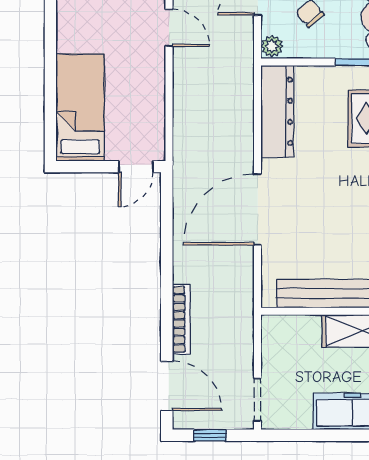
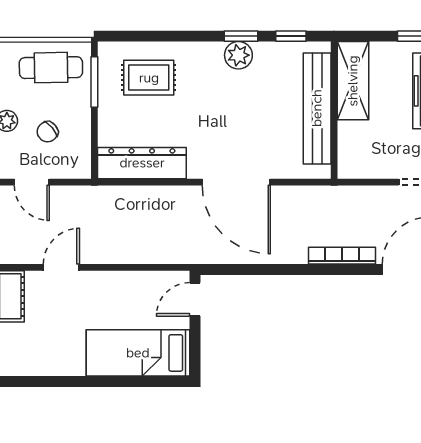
plant: (272, 46) -> (79, 168), removed
door: (136, 167) -> (195, 299), swing flipped

